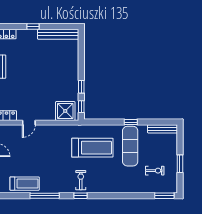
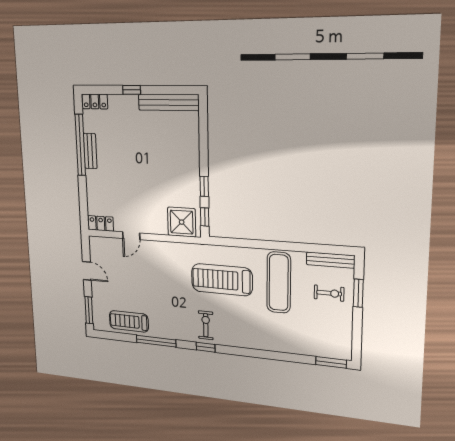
window: (131, 122) -> (280, 246), removed
treadmill: (92, 148) -> (222, 280), turned 180
window: (180, 164) -> (358, 293), moved
exercise bike: (155, 171) -> (329, 293), moved
treadmill: (25, 184) -> (129, 321), turned 180

